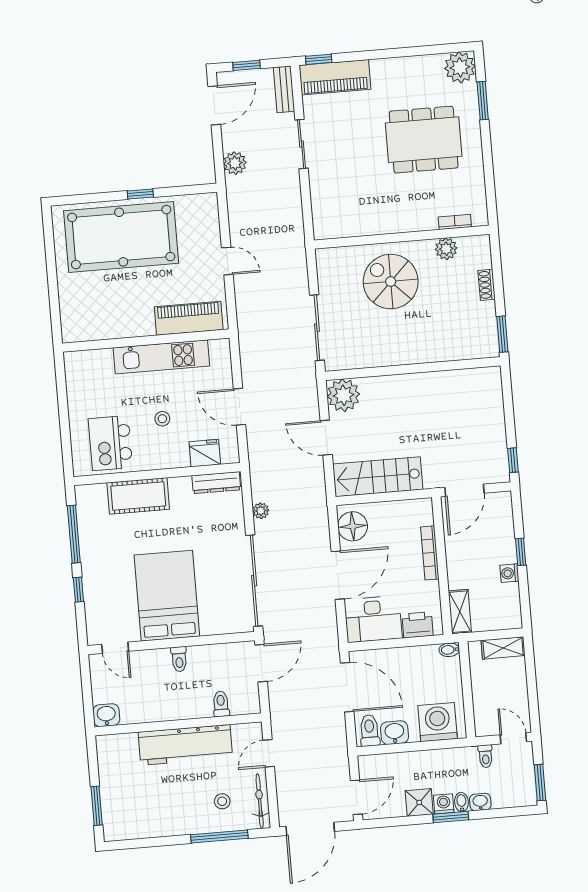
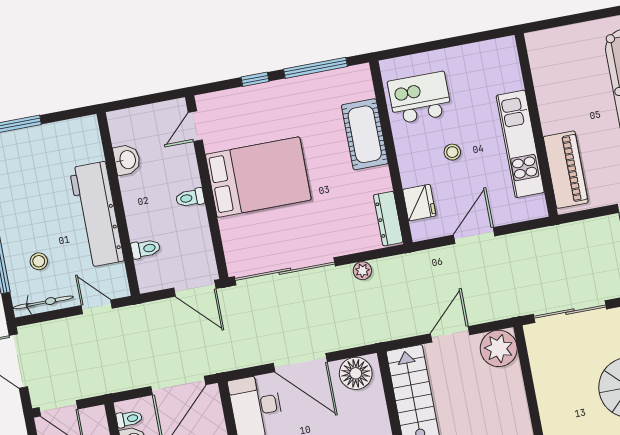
washbasin: (106, 715) -> (127, 160), moved
toilet: (370, 730) -> (129, 419), width x0.73, depth x0.72

